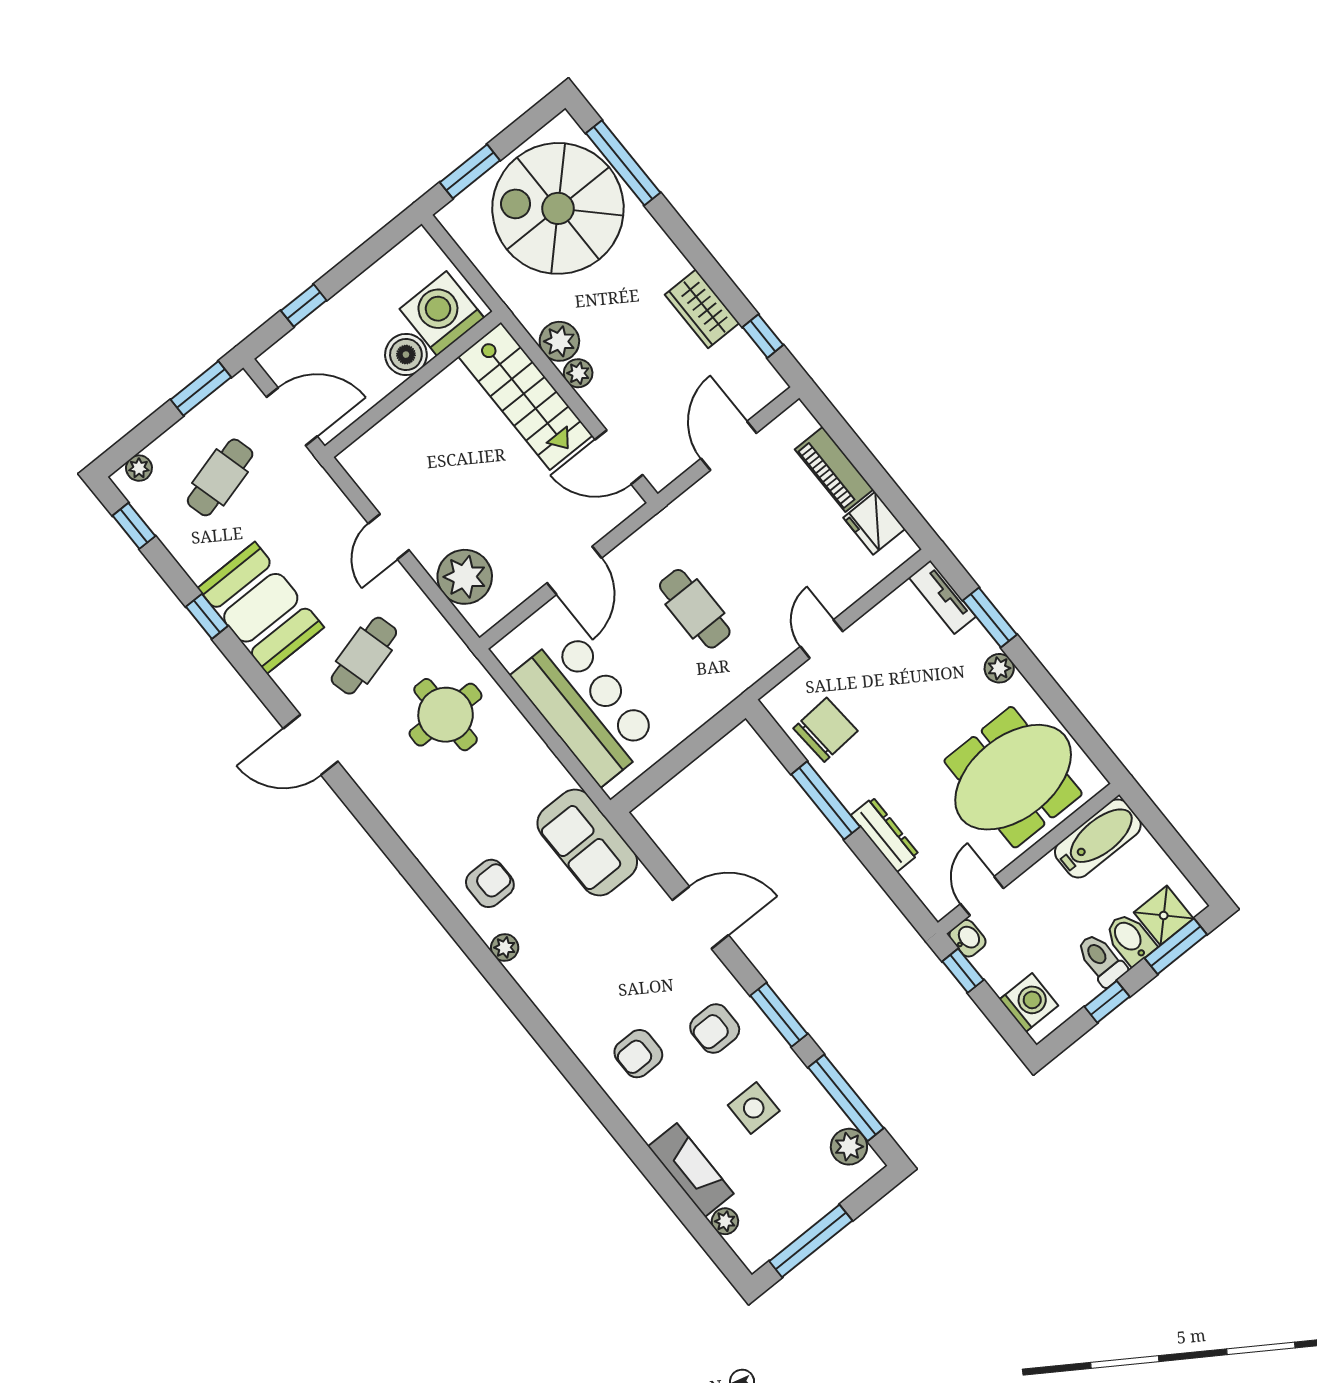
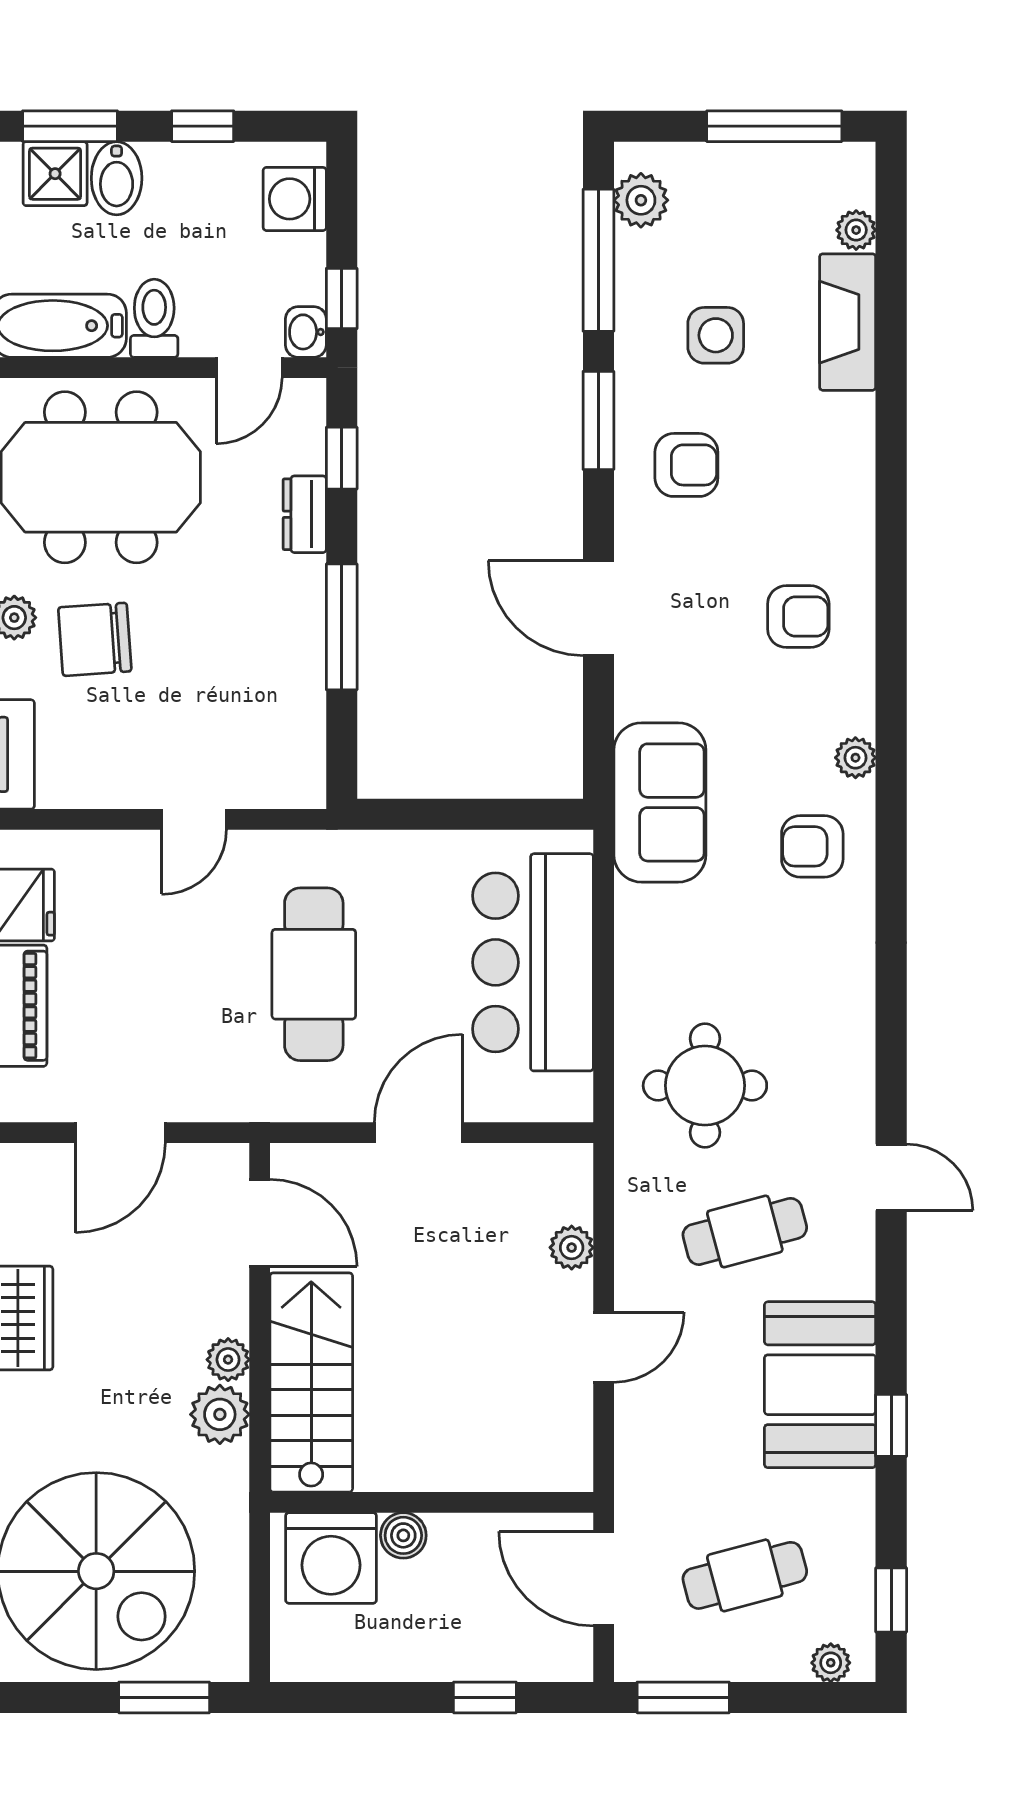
boiler: (406, 355) -> (403, 1535), width x0.73, depth x0.73
plant: (465, 577) -> (572, 1248), width x0.53, depth x0.53
cafe table: (695, 609) -> (314, 974), width x1.37, depth x1.35
chair: (826, 730) -> (95, 639), moved
door: (311, 745) -> (891, 1177), width x0.73
dresser: (885, 835) -> (305, 514), width x0.70
window: (896, 888) -> (342, 458), added
toilet: (1101, 960) -> (154, 318), moved, turned 180
armchair: (638, 1054) -> (798, 617), moved

